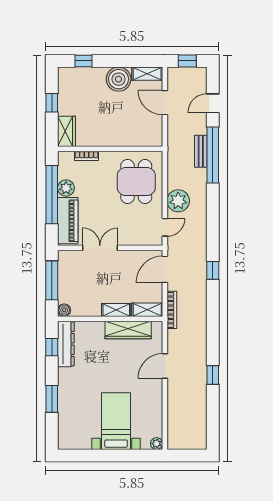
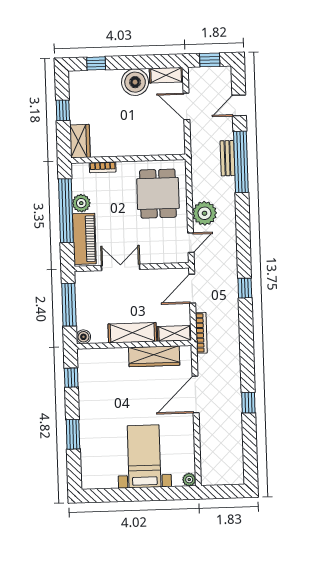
shelving: (116, 310) -> (132, 333), width x1.50, depth x1.33
dresser: (66, 344) -> (87, 374), removed
door: (165, 366) -> (196, 394), width x1.36

